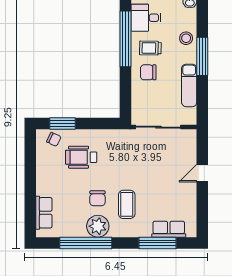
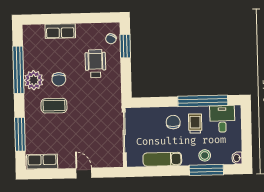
window: (202, 56) -> (206, 170), moved
chair: (97, 198) -> (59, 79), turned -90
row of seats: (44, 213) -> (60, 31), moved
row of seats: (169, 229) -> (42, 162), moved, turned -90

